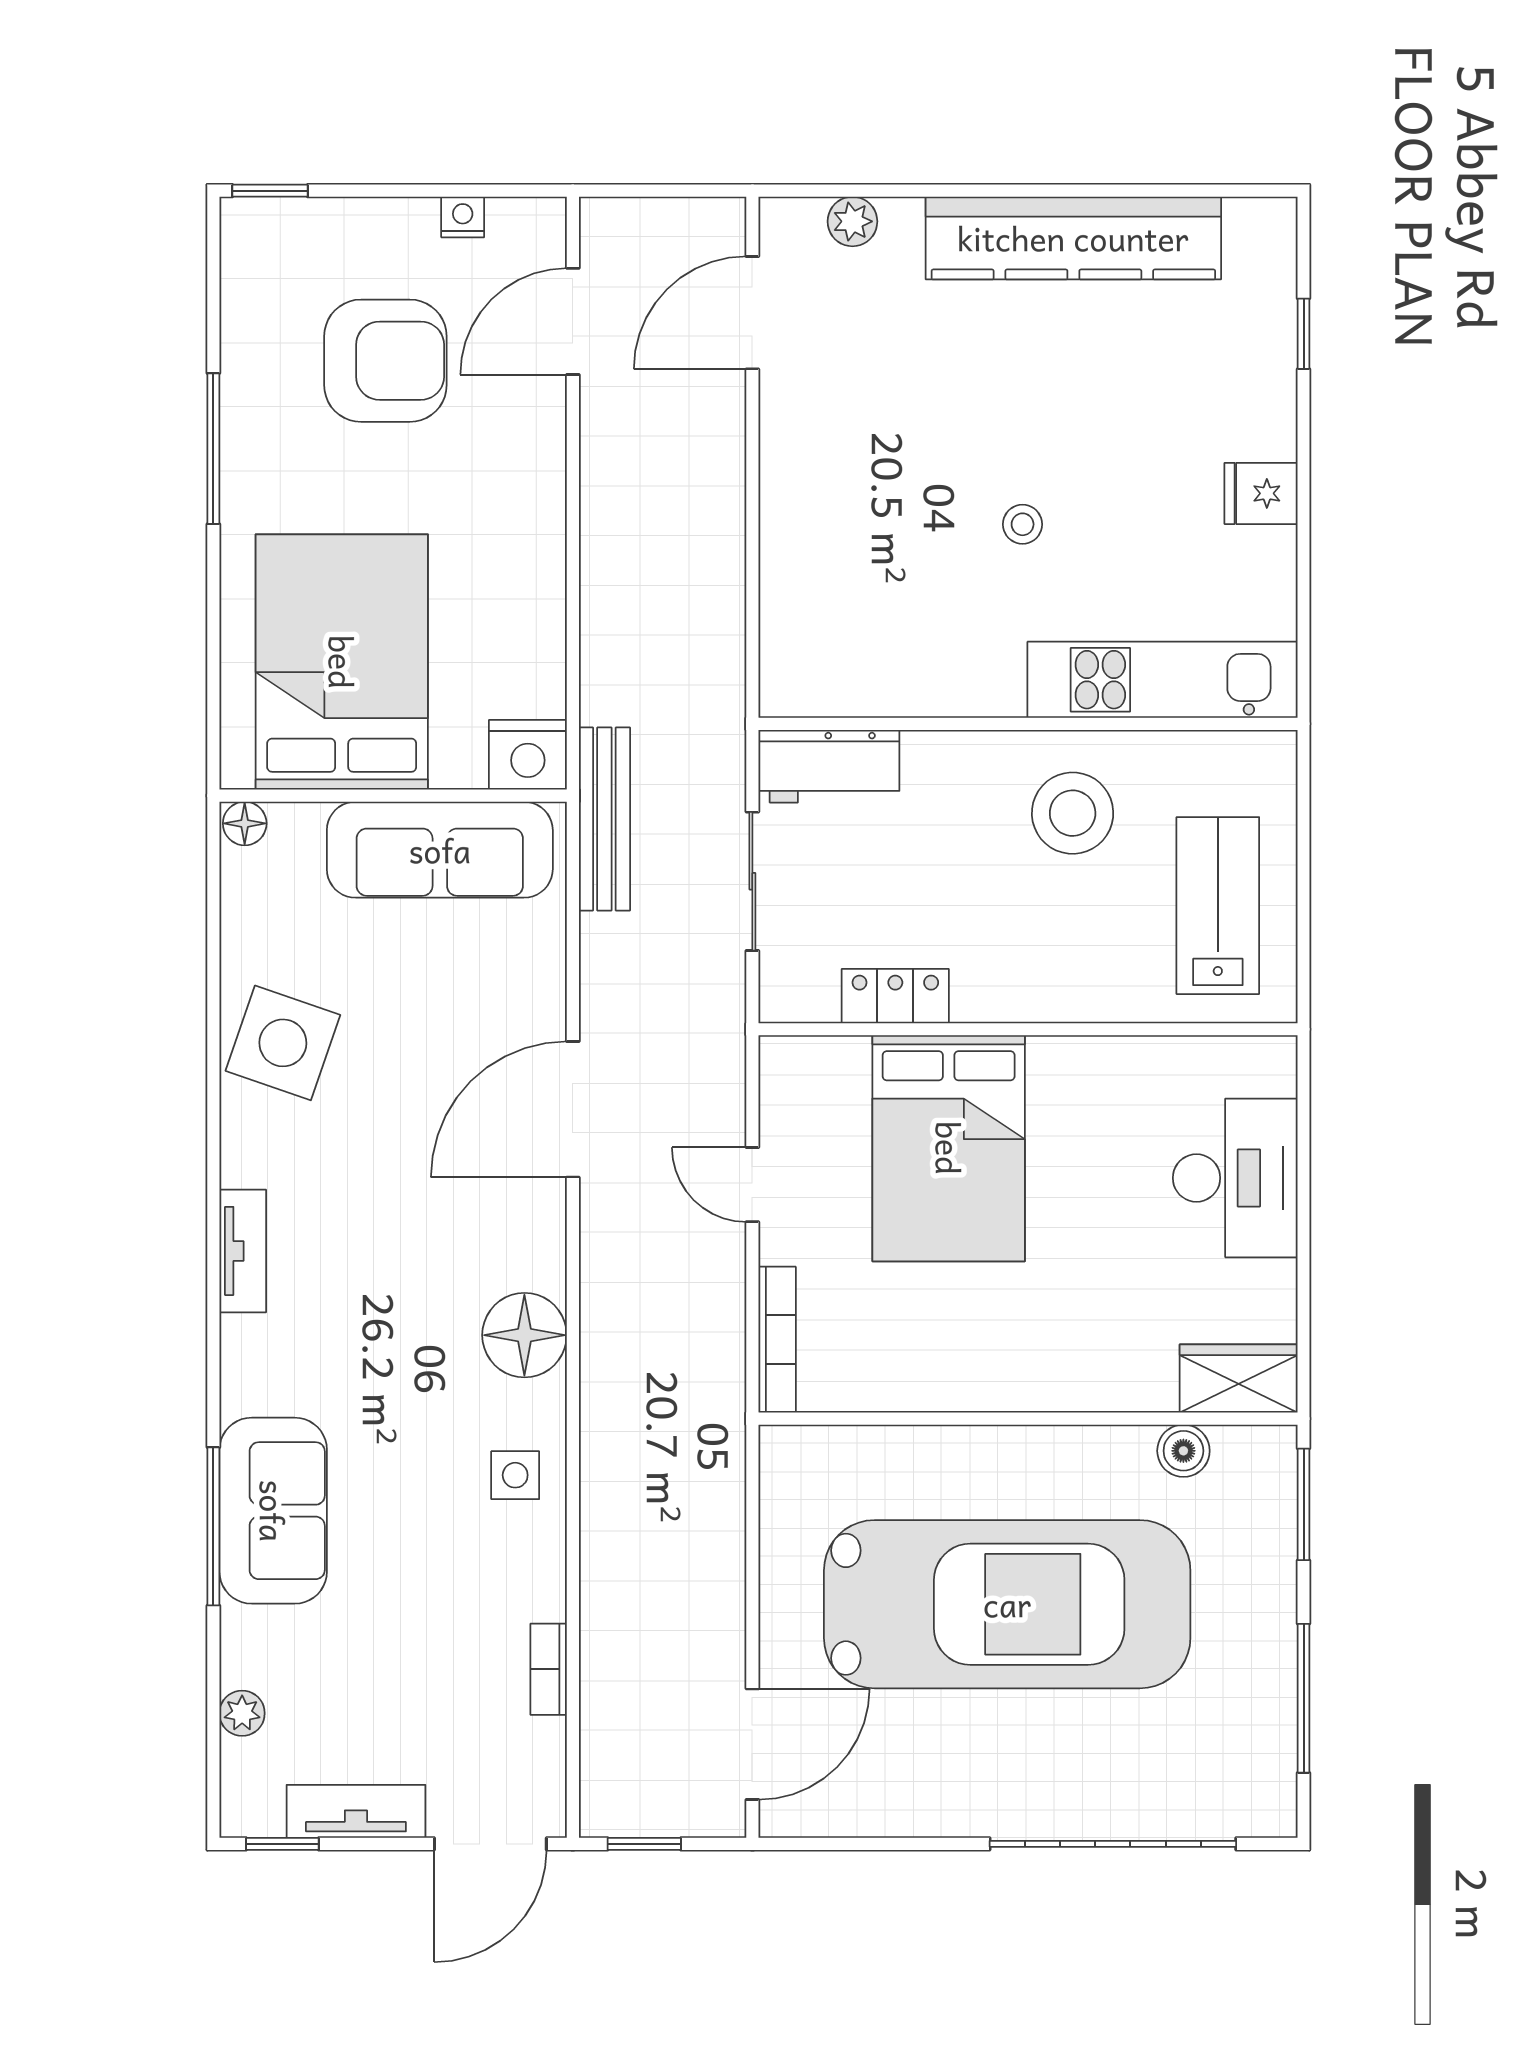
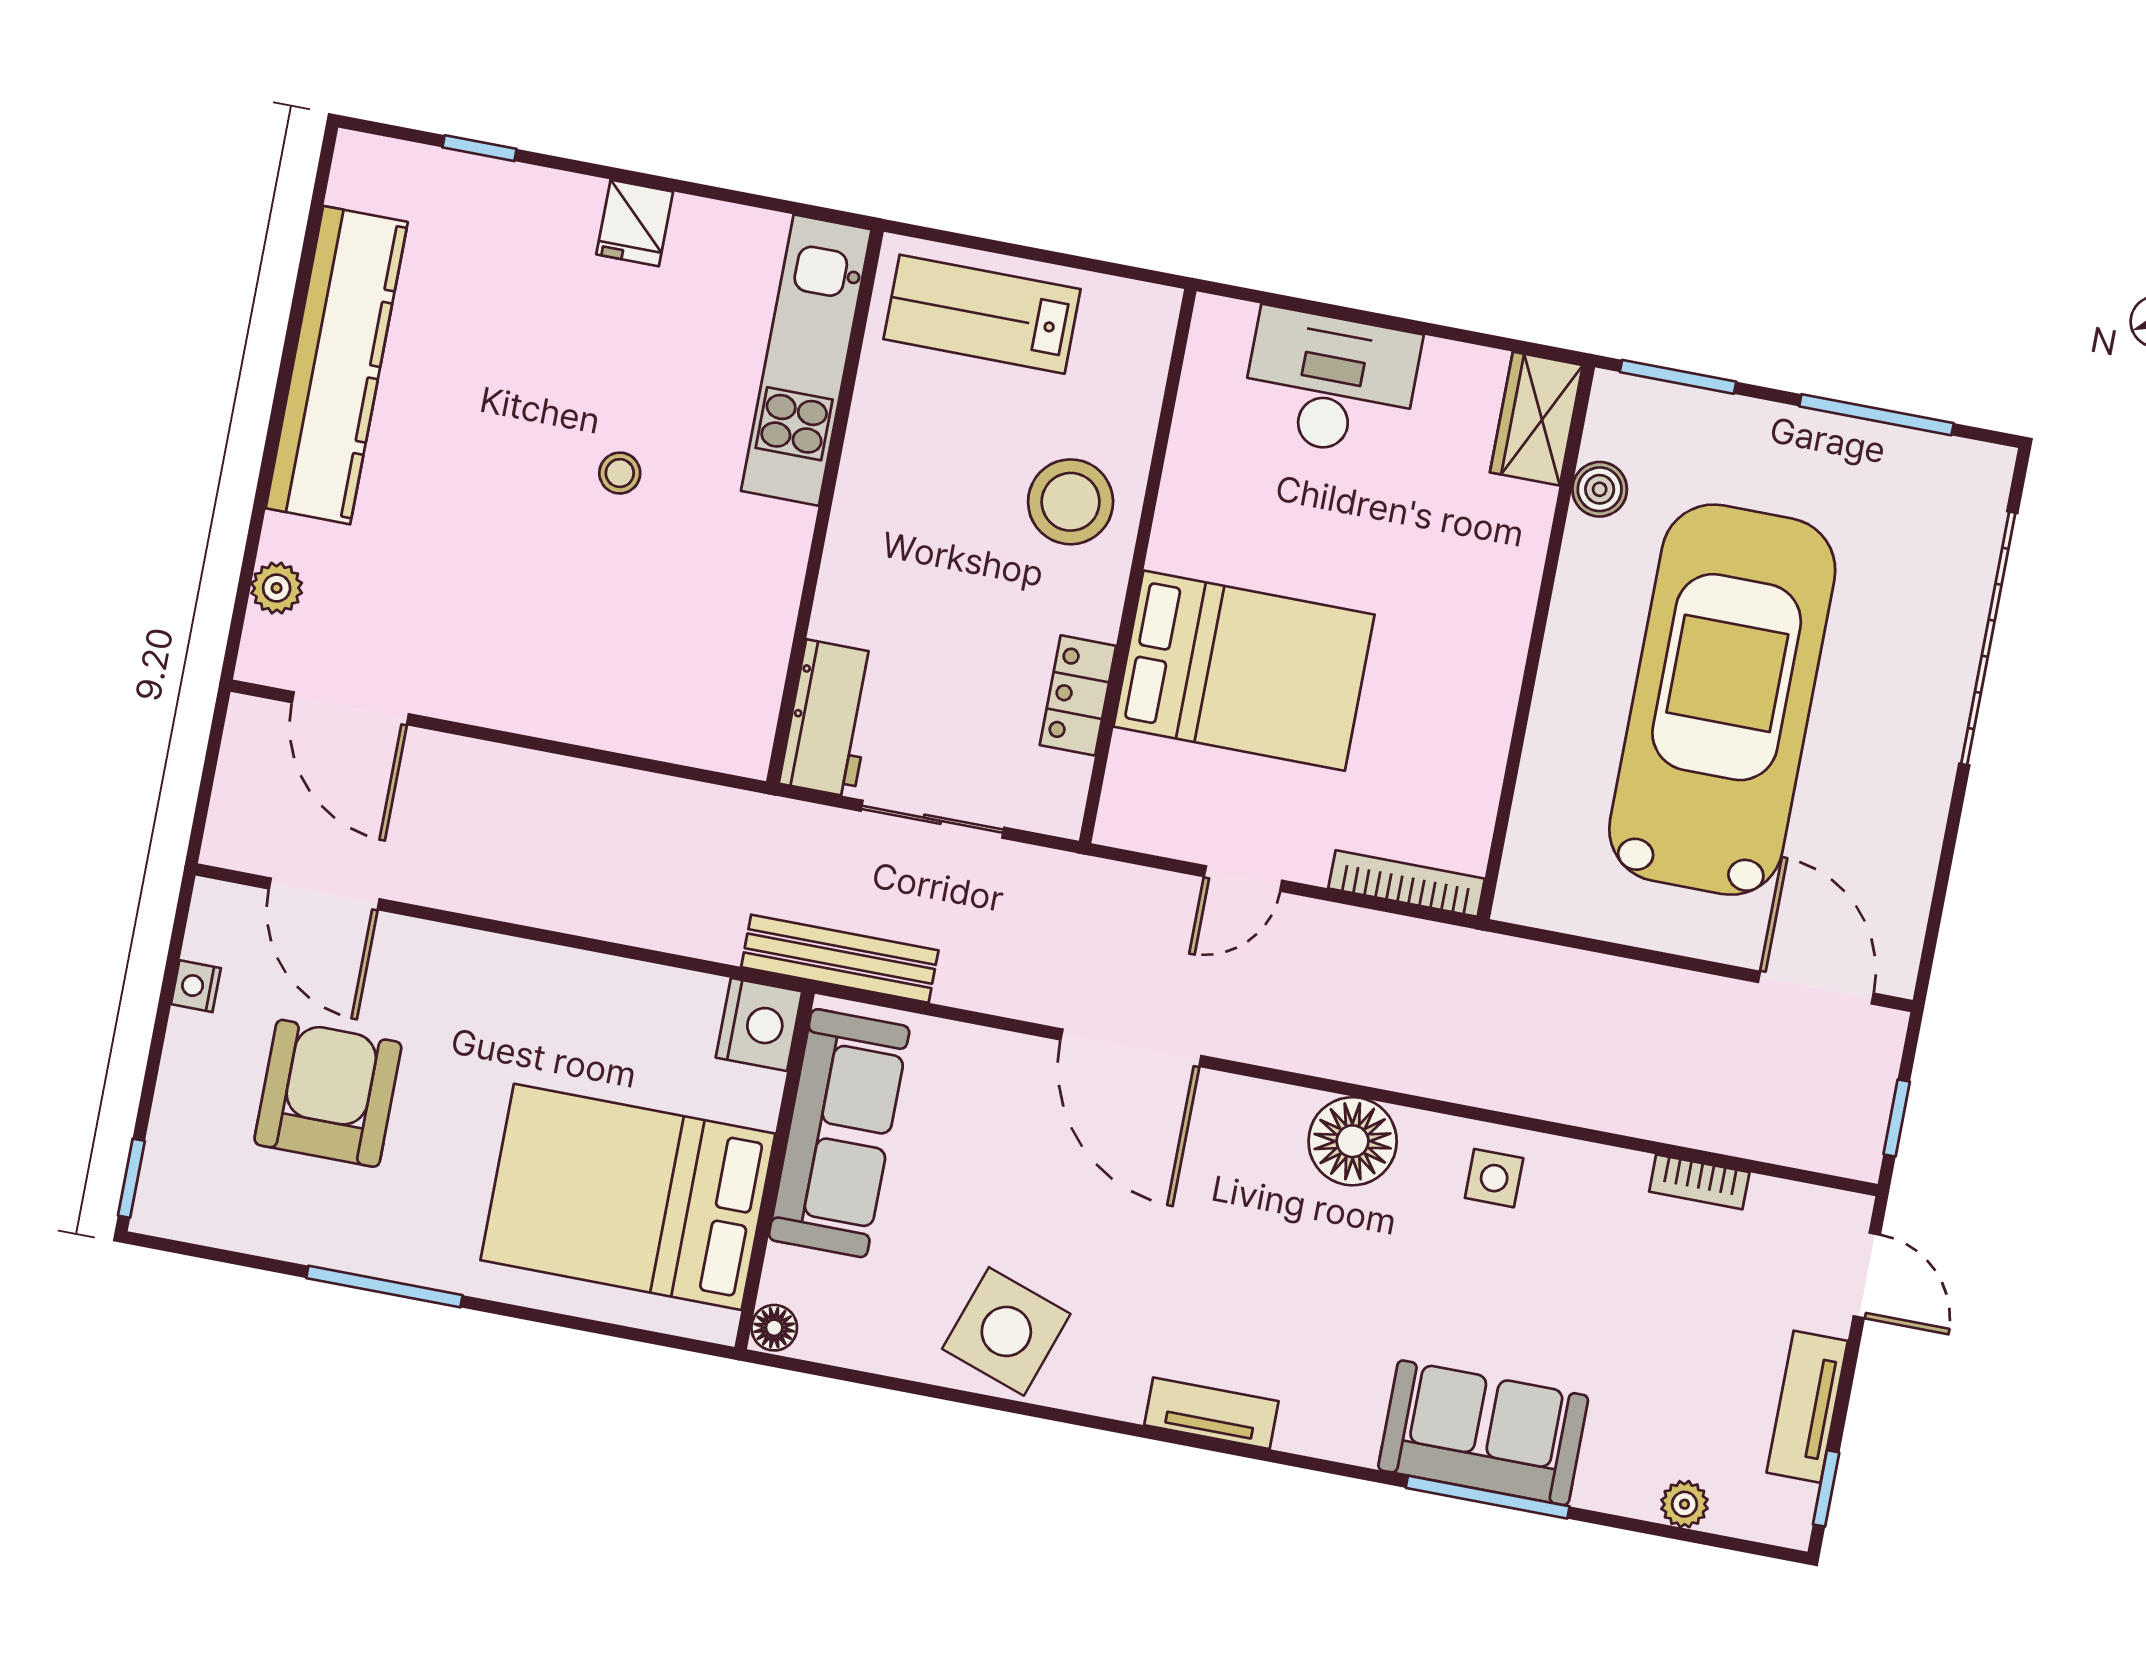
stool: (1073, 813) -> (1071, 502), moved
lab bench: (1218, 906) -> (982, 314), moved
door: (490, 1844) -> (1867, 1275), width x0.73

